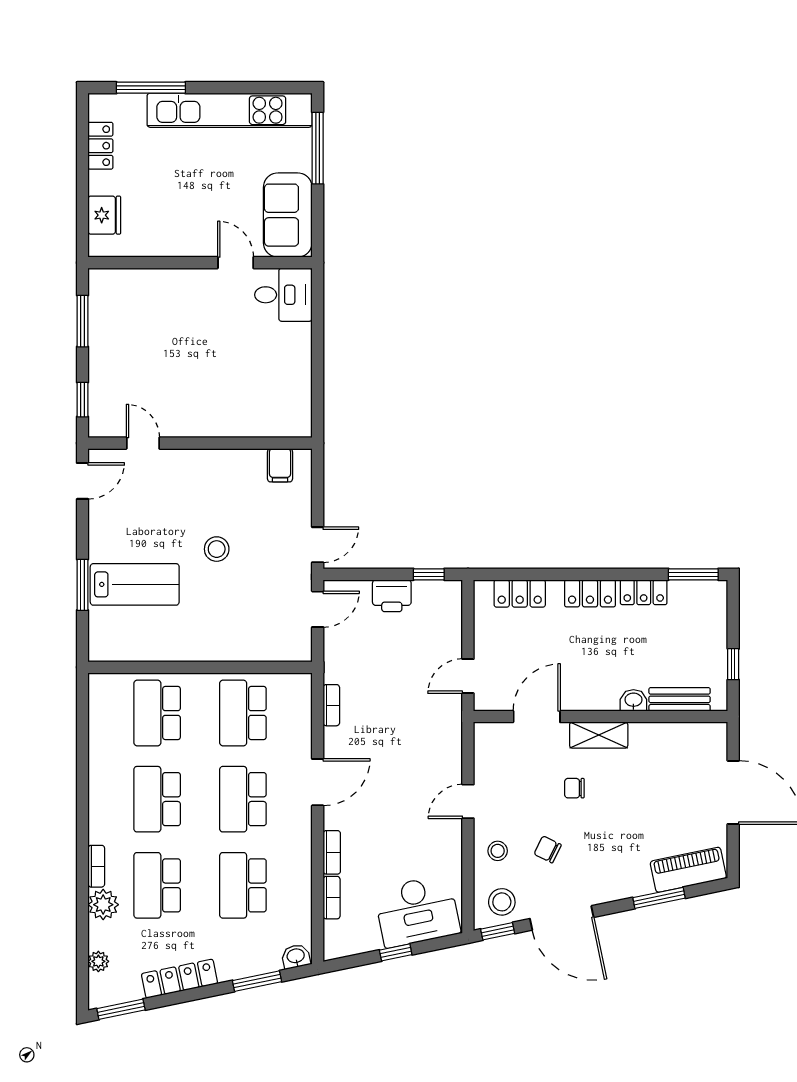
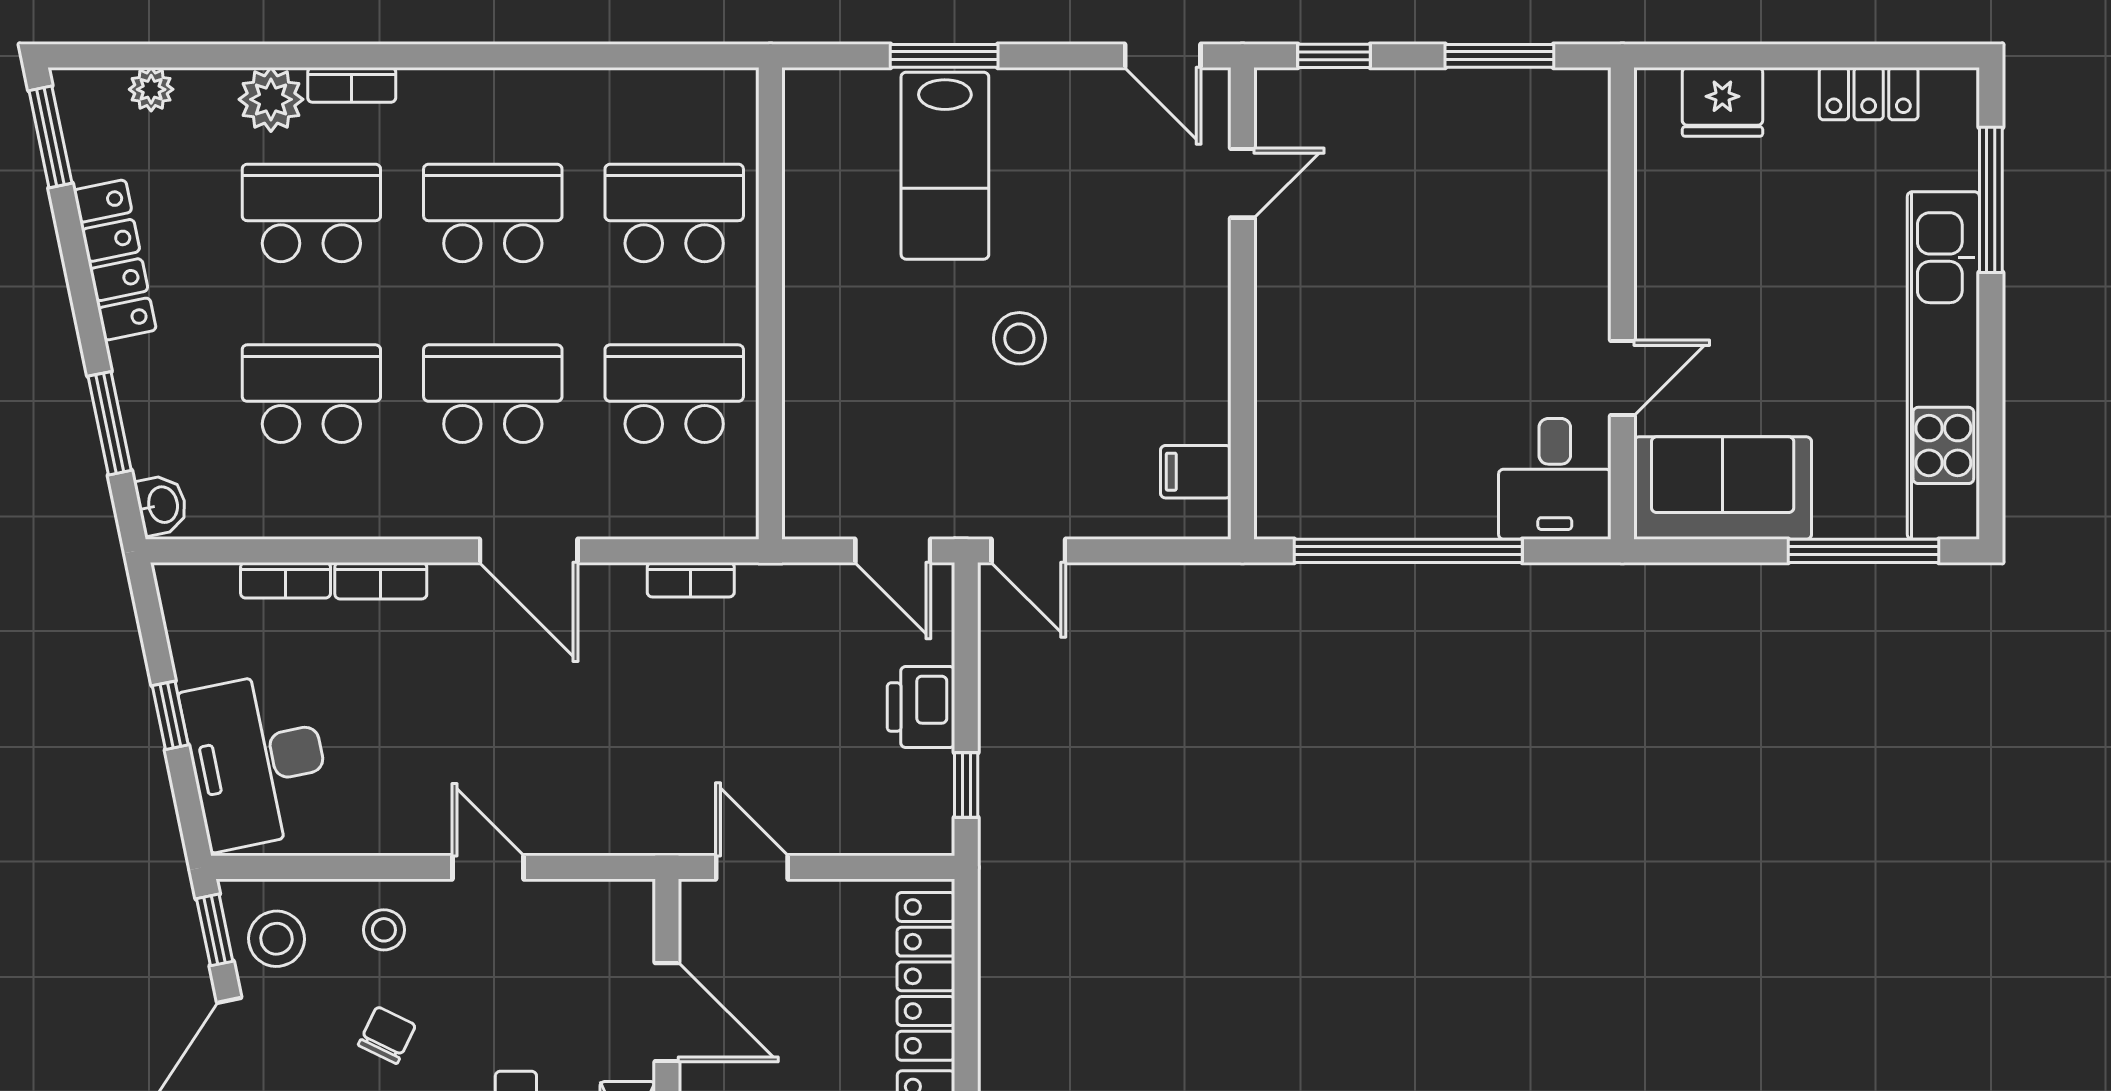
window: (318, 364) -> (1408, 551), added
locker: (520, 593) -> (926, 976), width x1.53

